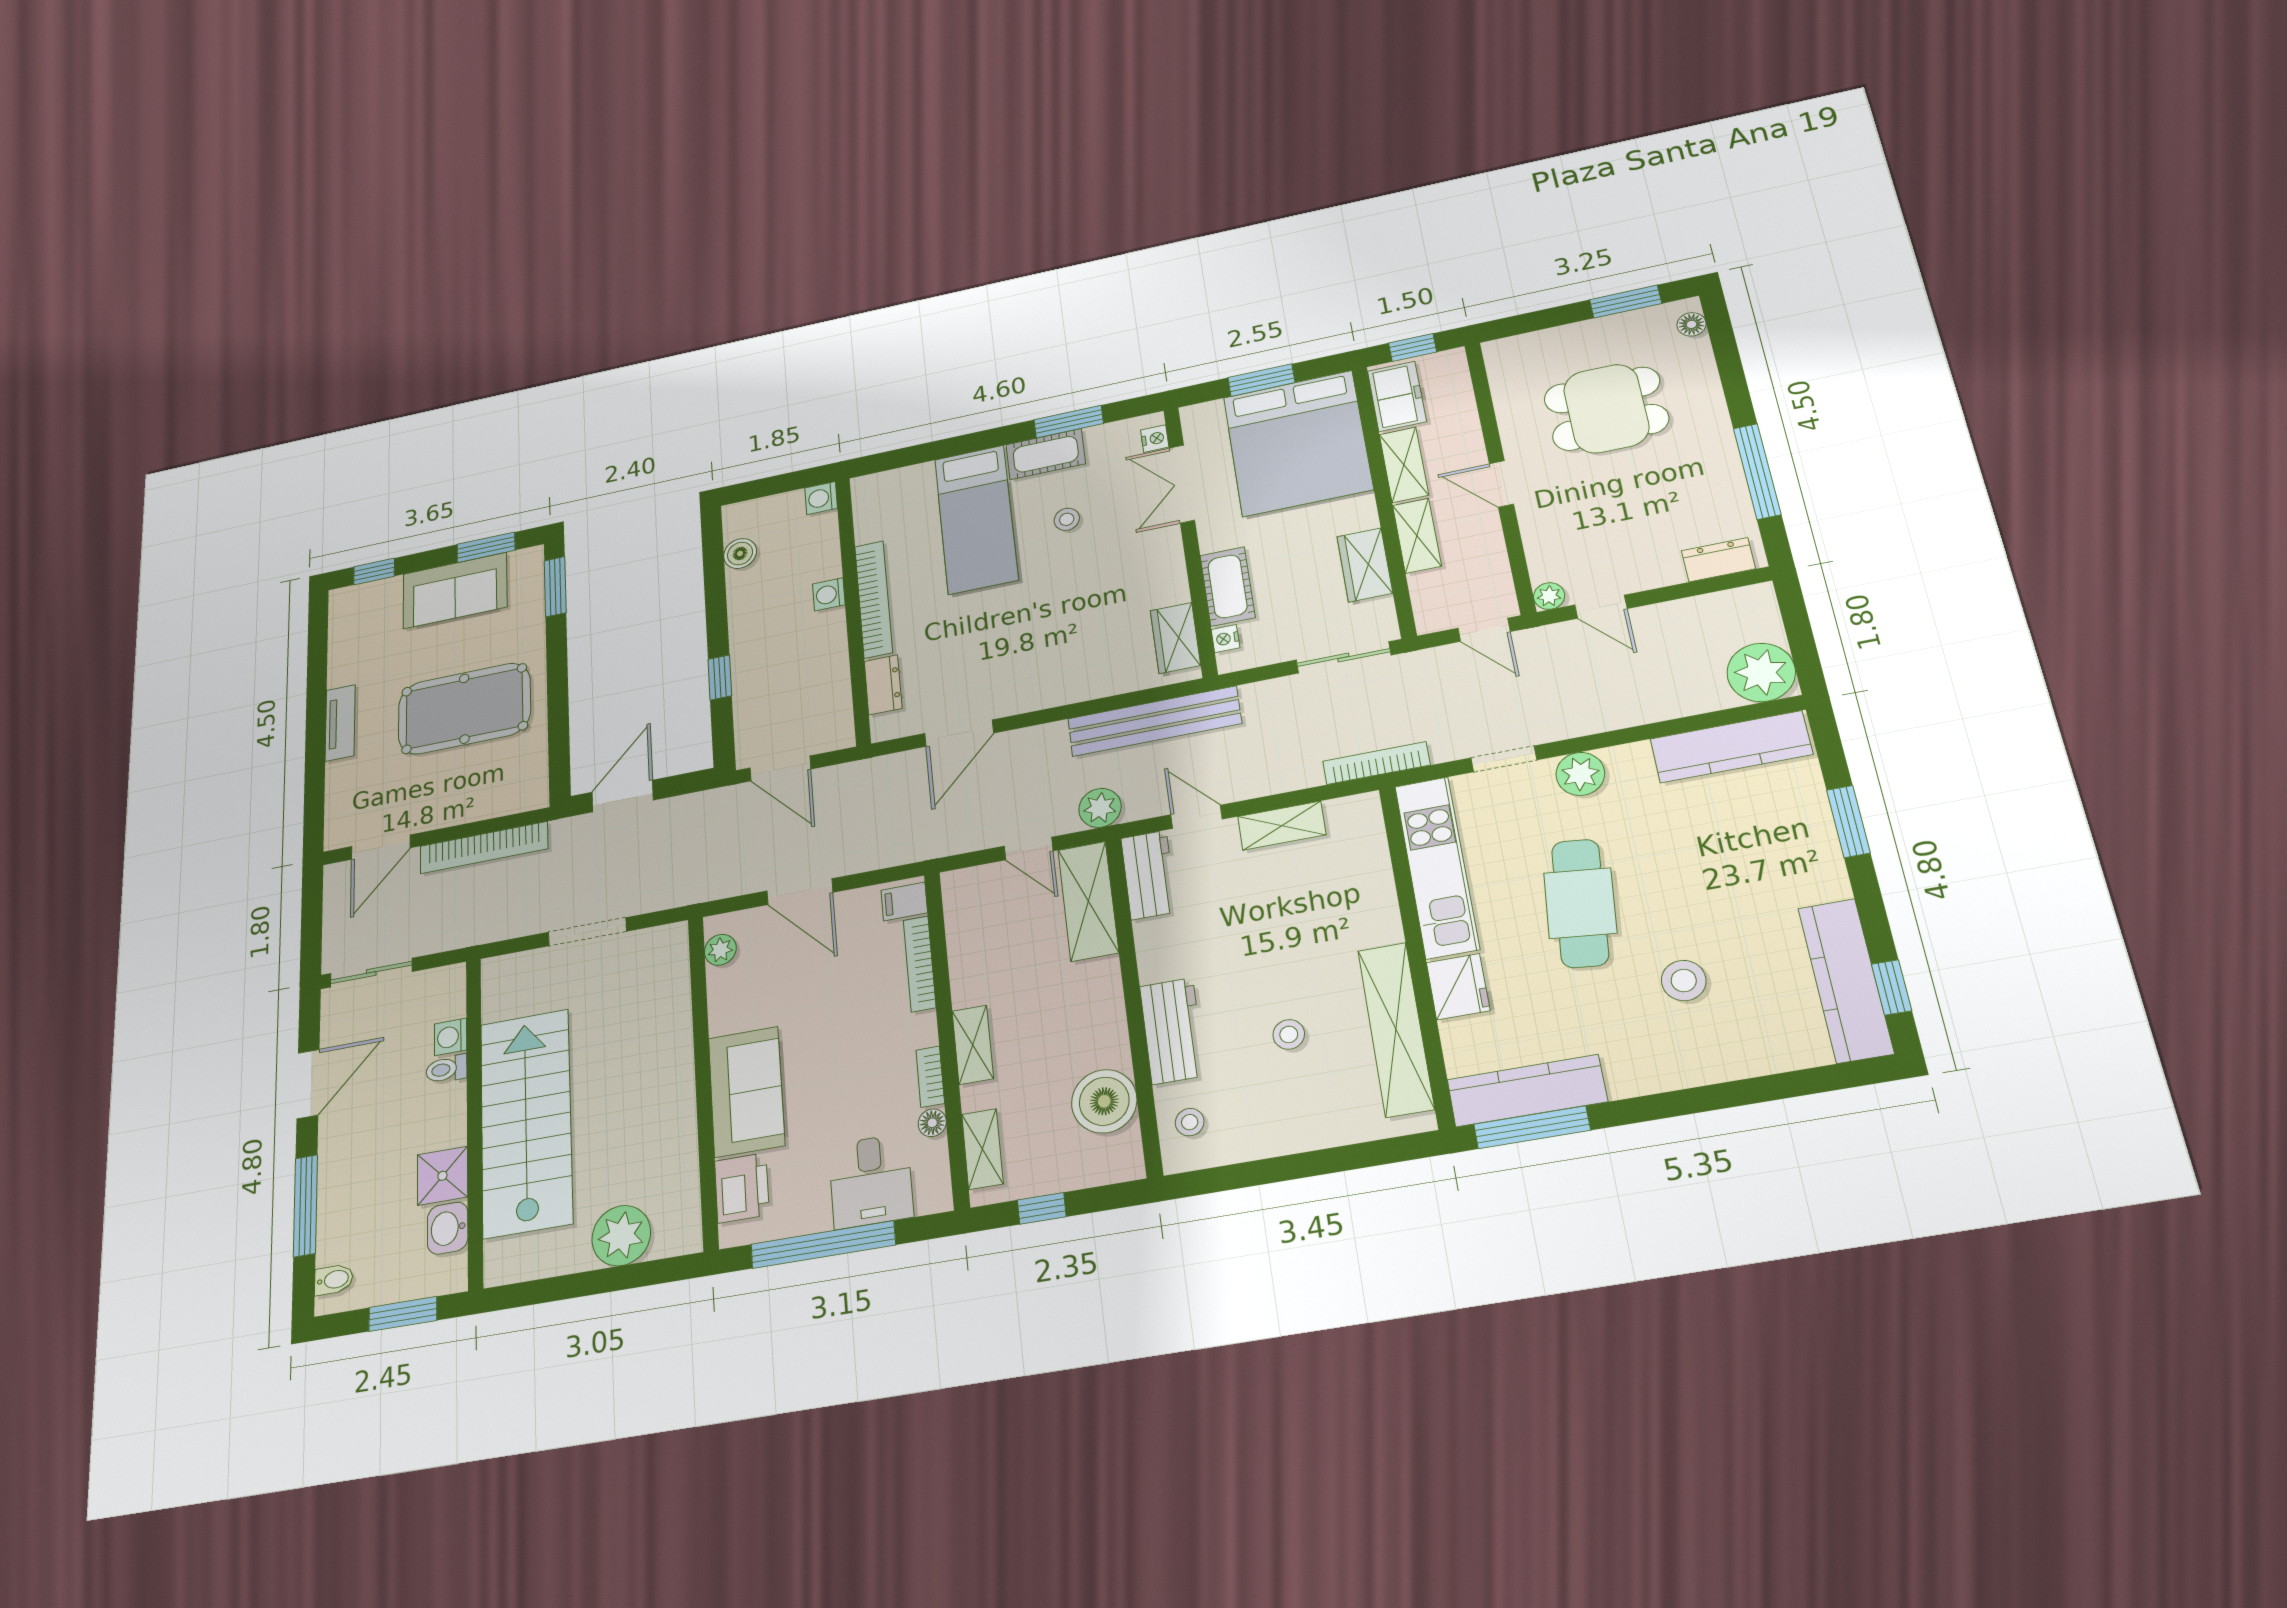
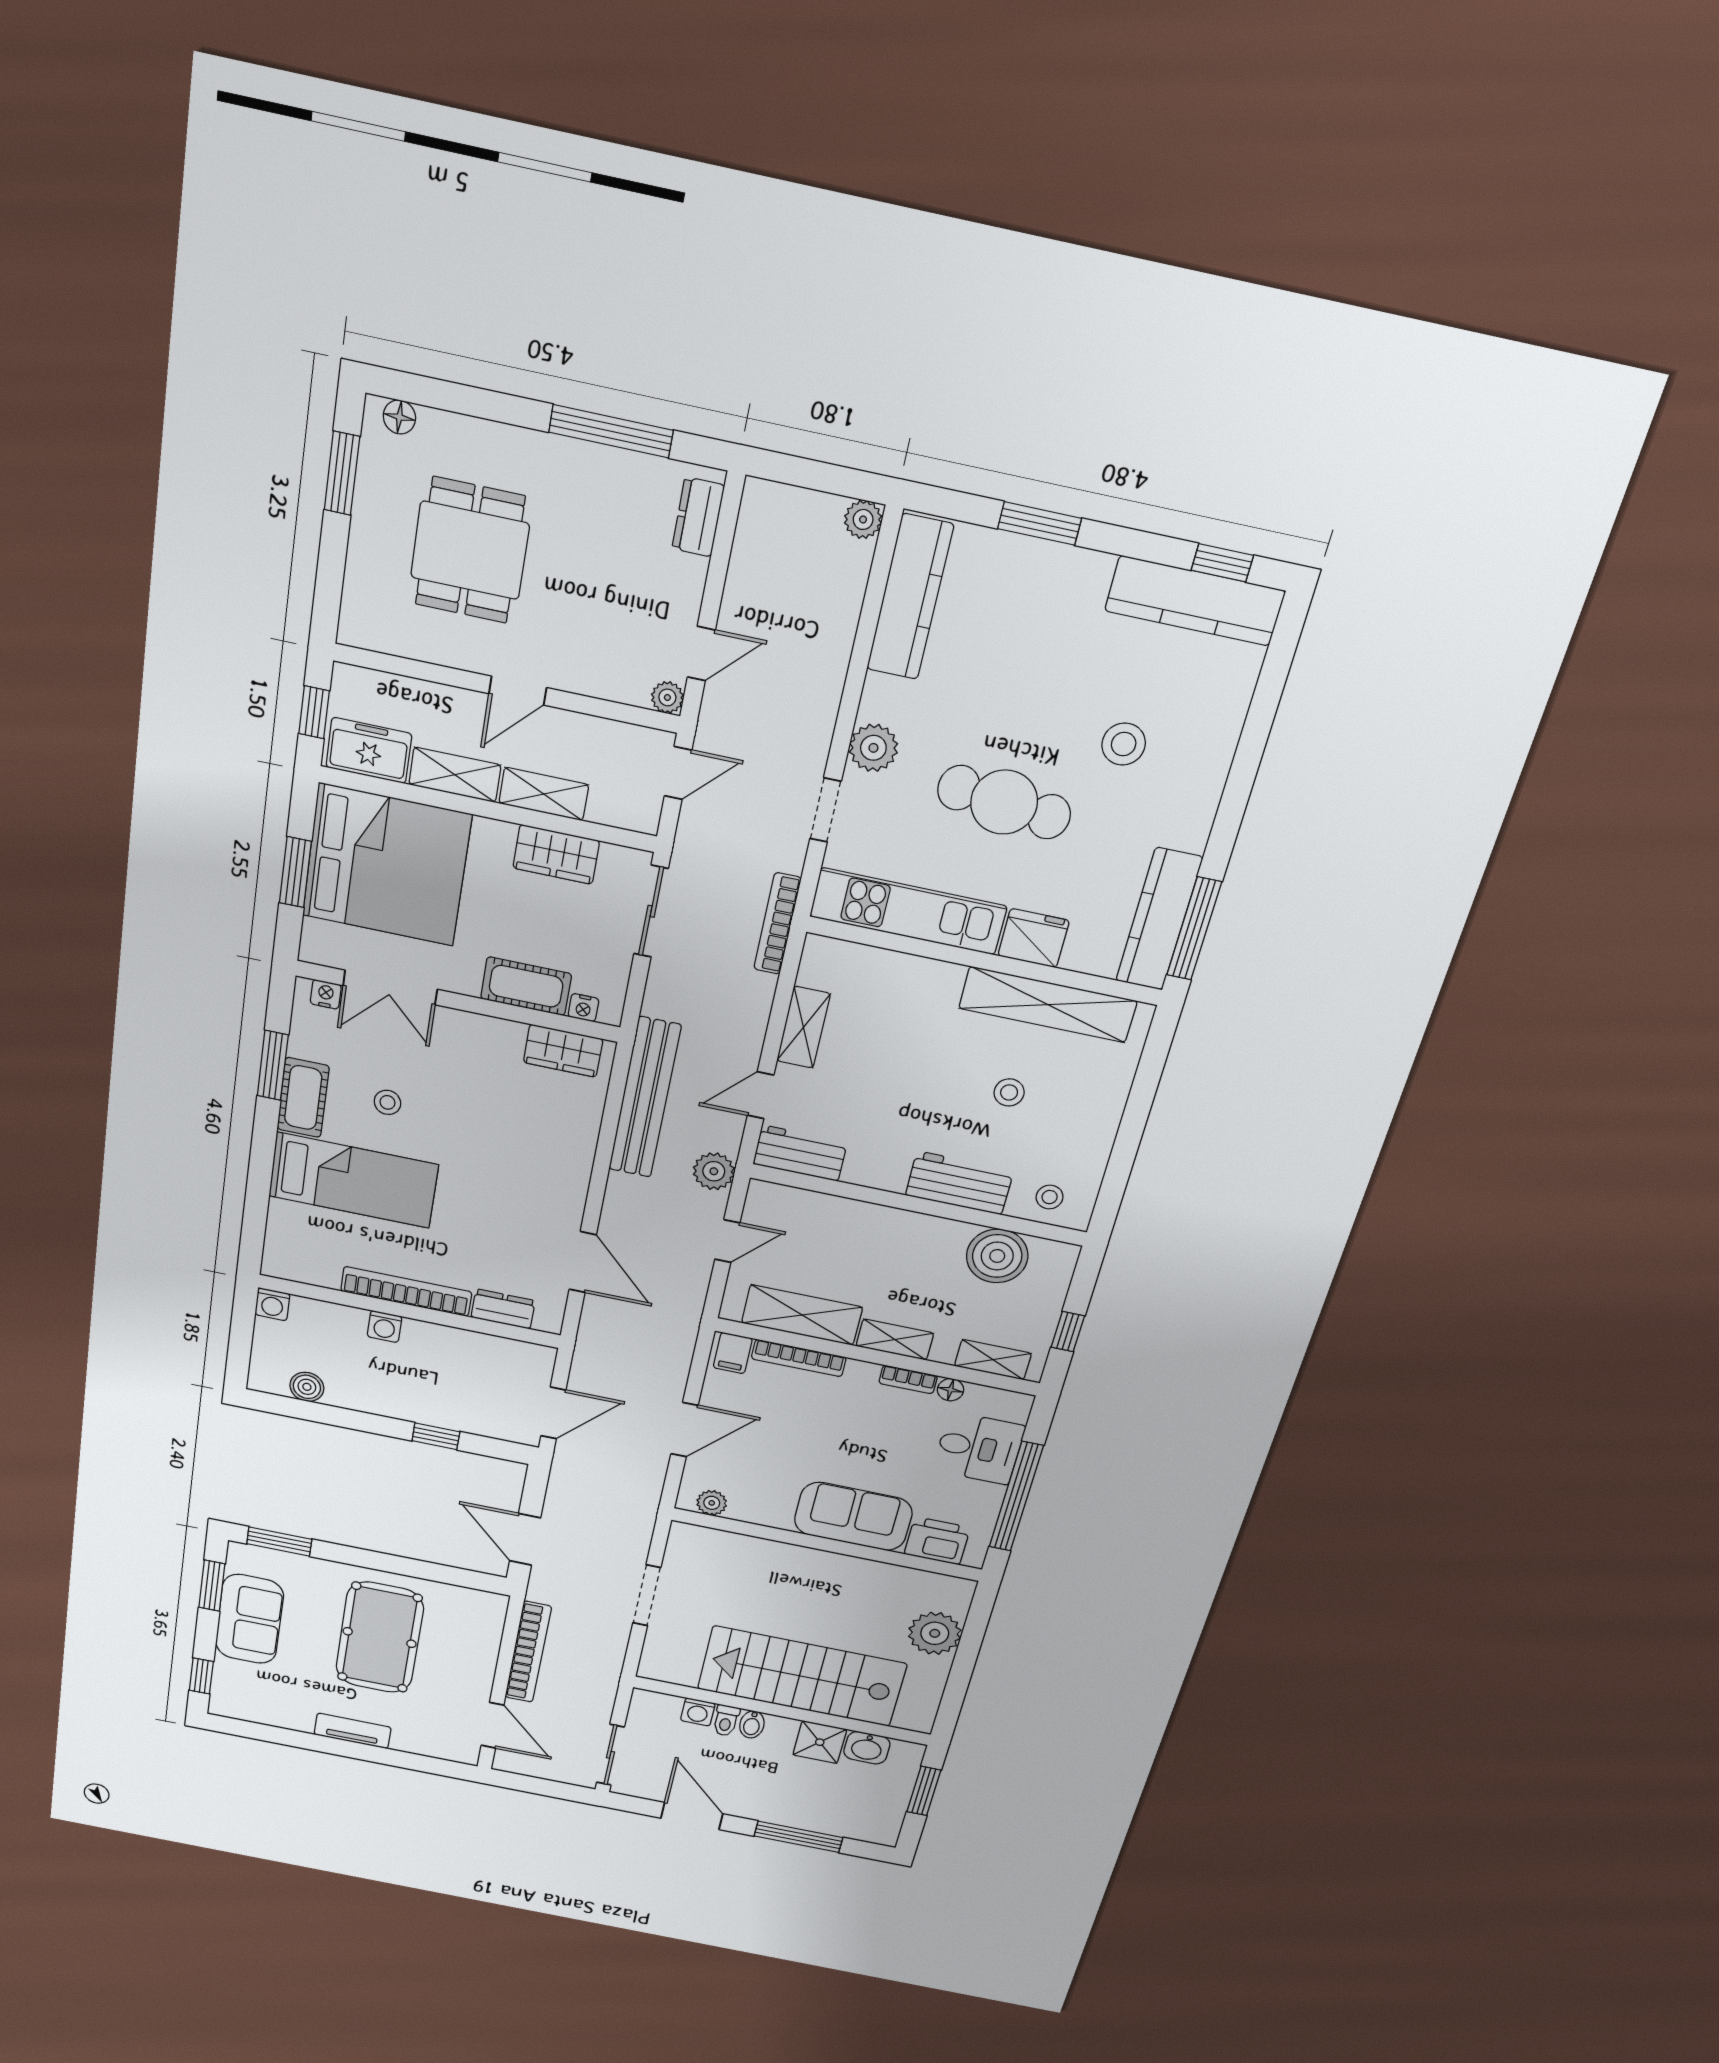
plant: (1761, 672) -> (863, 520), width x0.53, depth x0.53
shelving: (1088, 901) -> (802, 1315), moved
bidet: (334, 1280) -> (752, 1724), moved, turned 180

